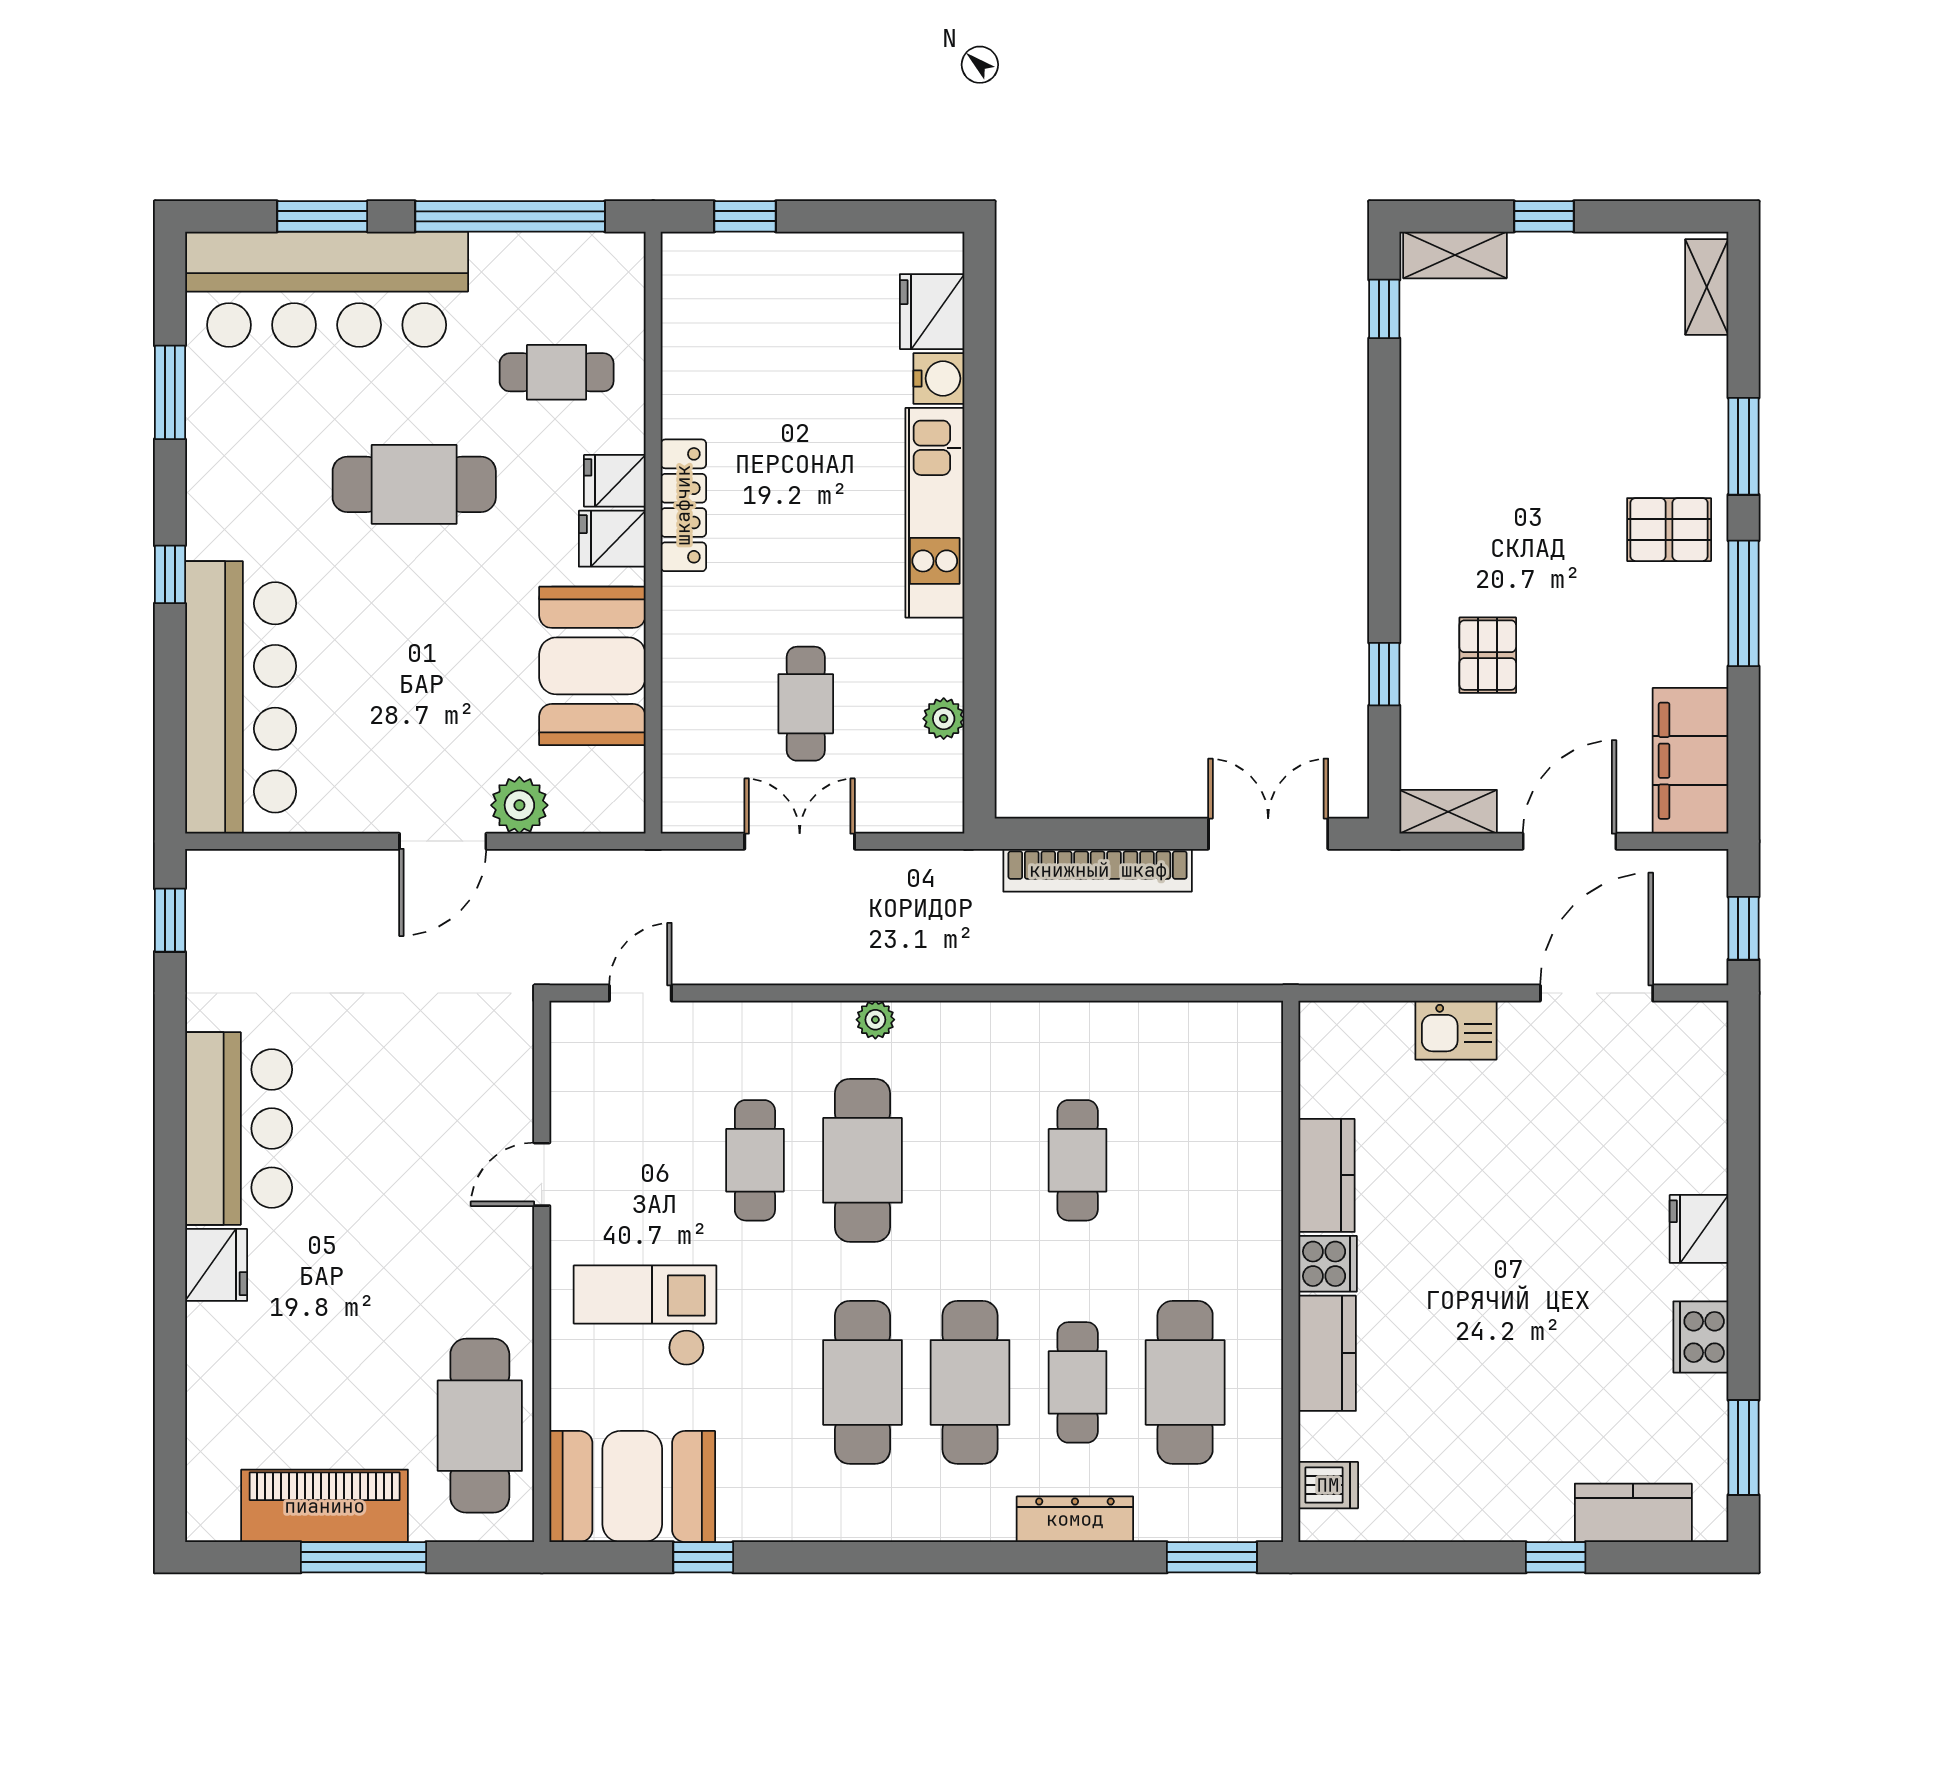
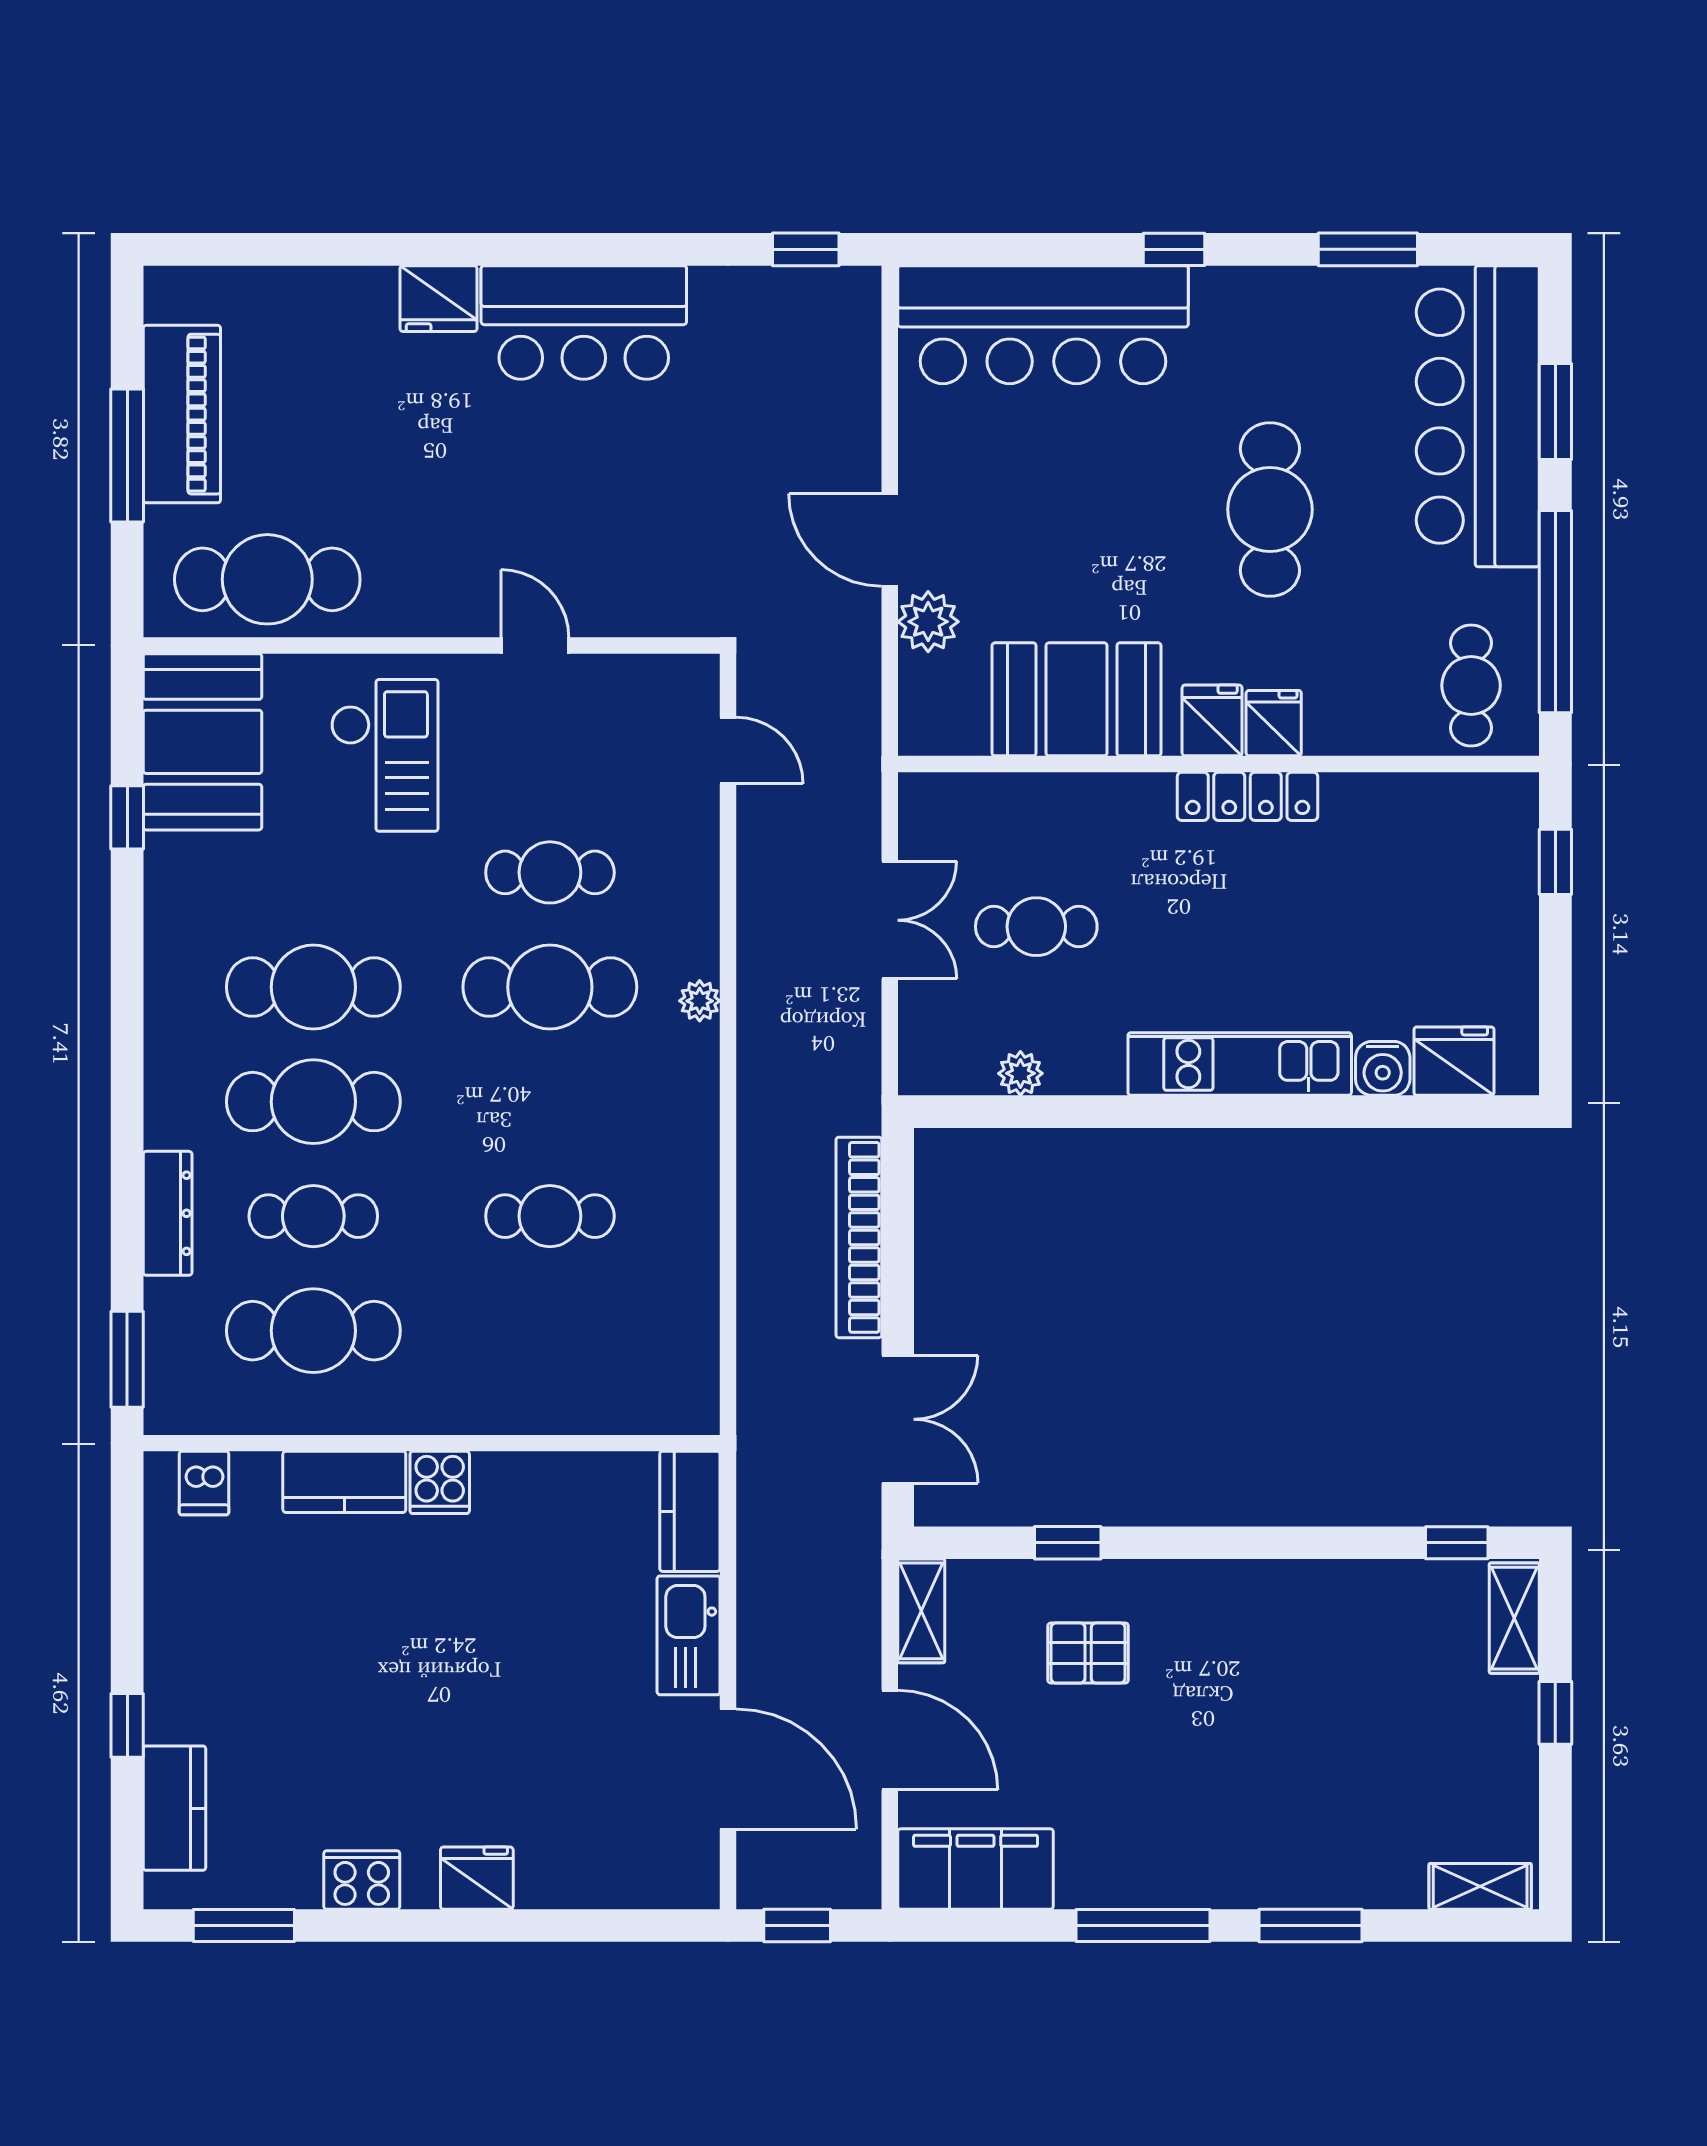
cafe table: (557, 372) -> (1471, 686), moved
pallet: (1669, 530) -> (1222, 1846), removed
kitchen sink: (1456, 1030) -> (689, 1635), width x1.38
kitchen counter: (1327, 1175) -> (690, 1511), moved, turned 90

